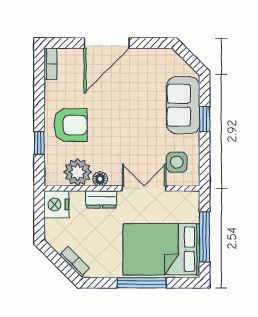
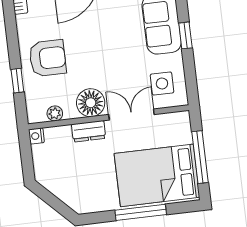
plant: (78, 172) -> (55, 113), width x0.53, depth x0.53
floor lamp: (100, 179) -> (91, 103), width x1.89, depth x1.89
nightstand: (56, 204) -> (36, 136), width x0.53, depth x0.56
bookcase: (74, 262) -> (68, 199), removed

